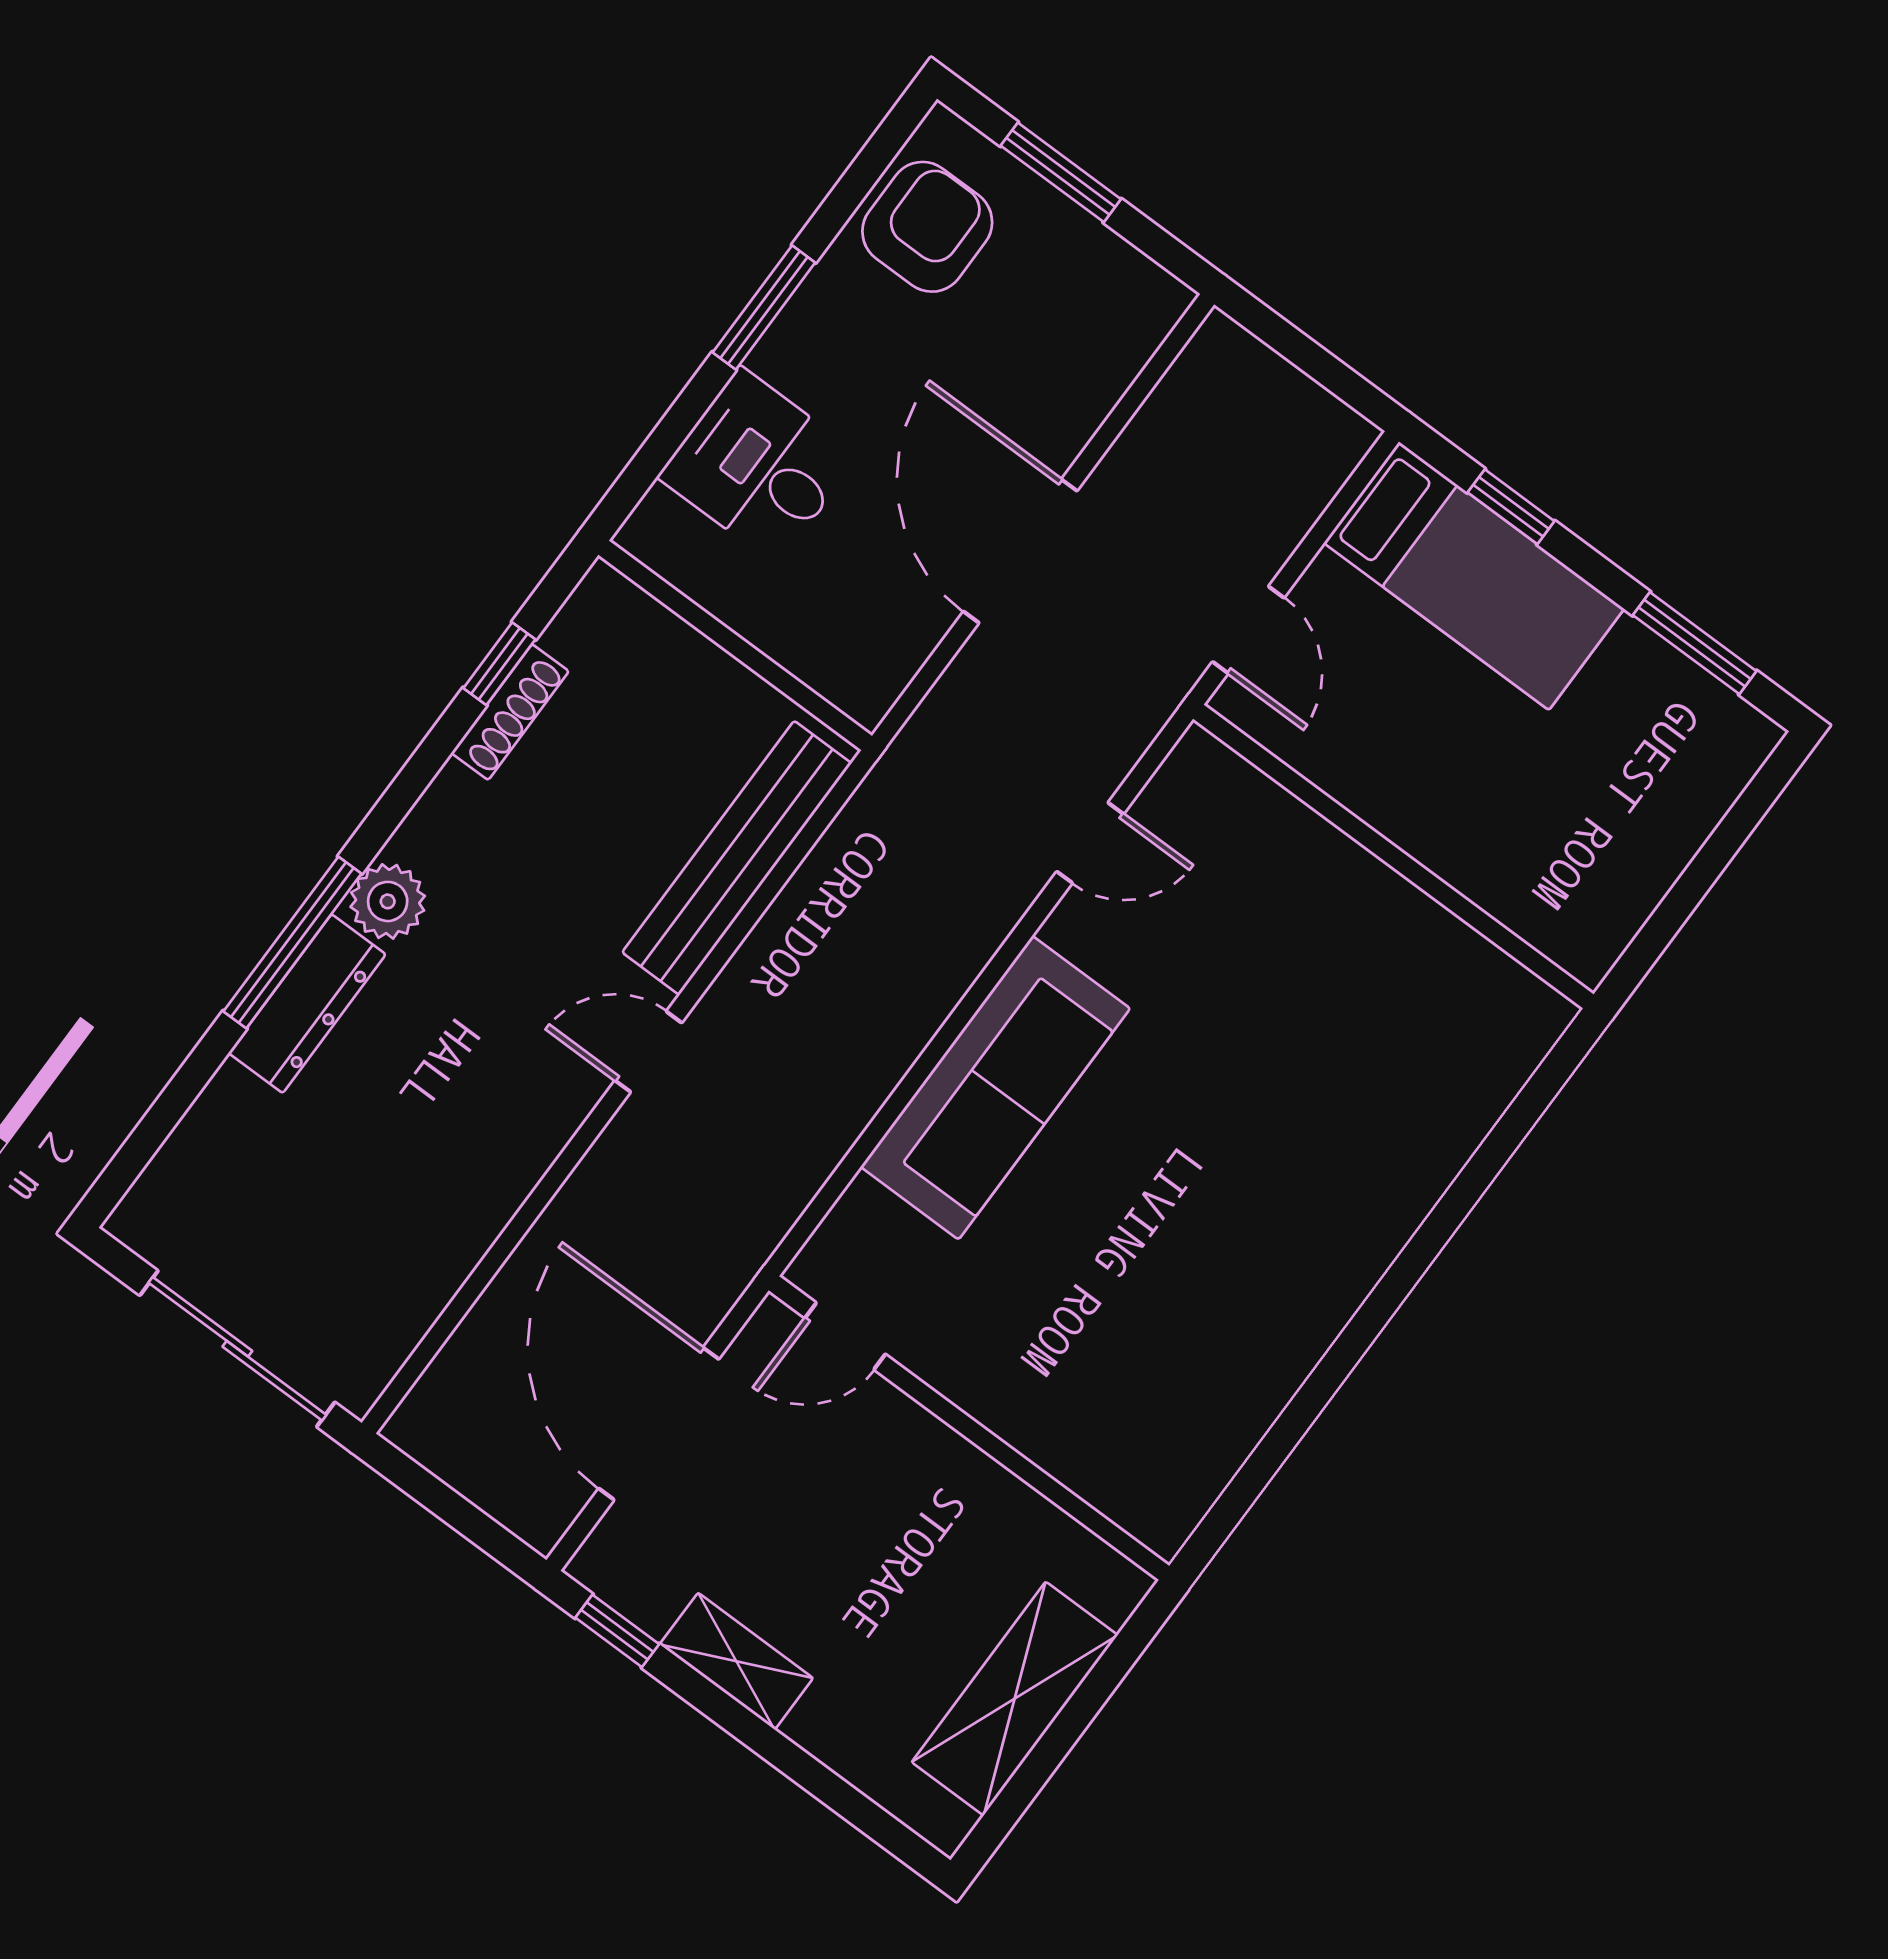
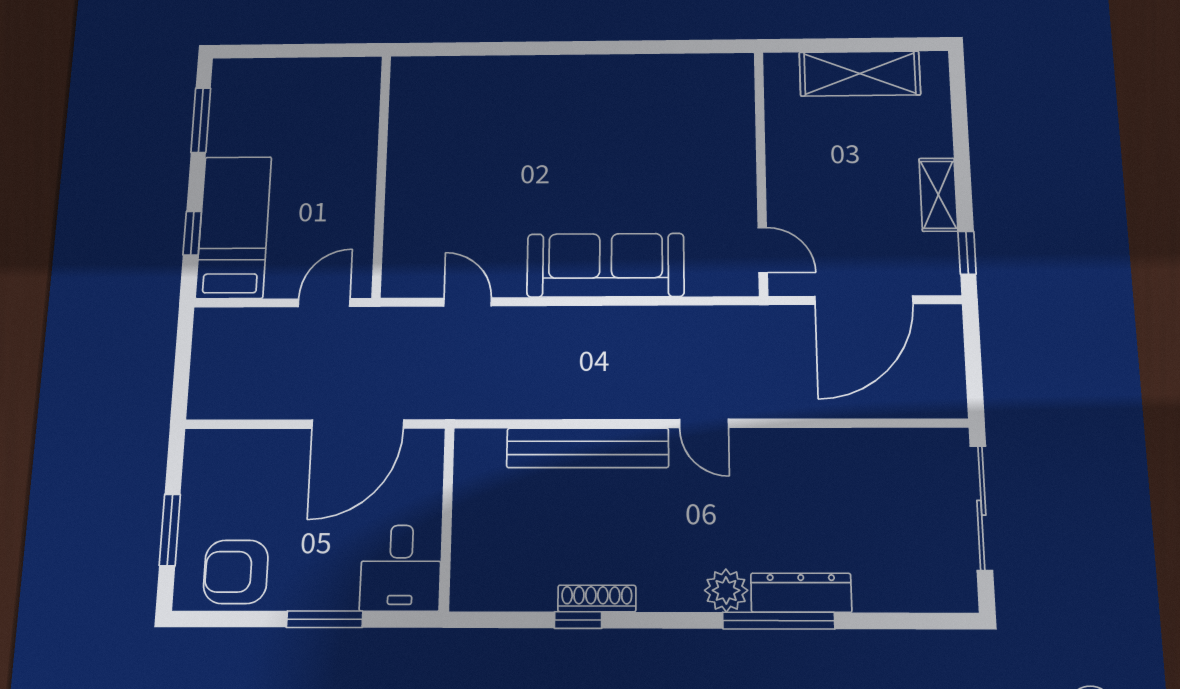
wall: (735, 645) -> (447, 519), moved

